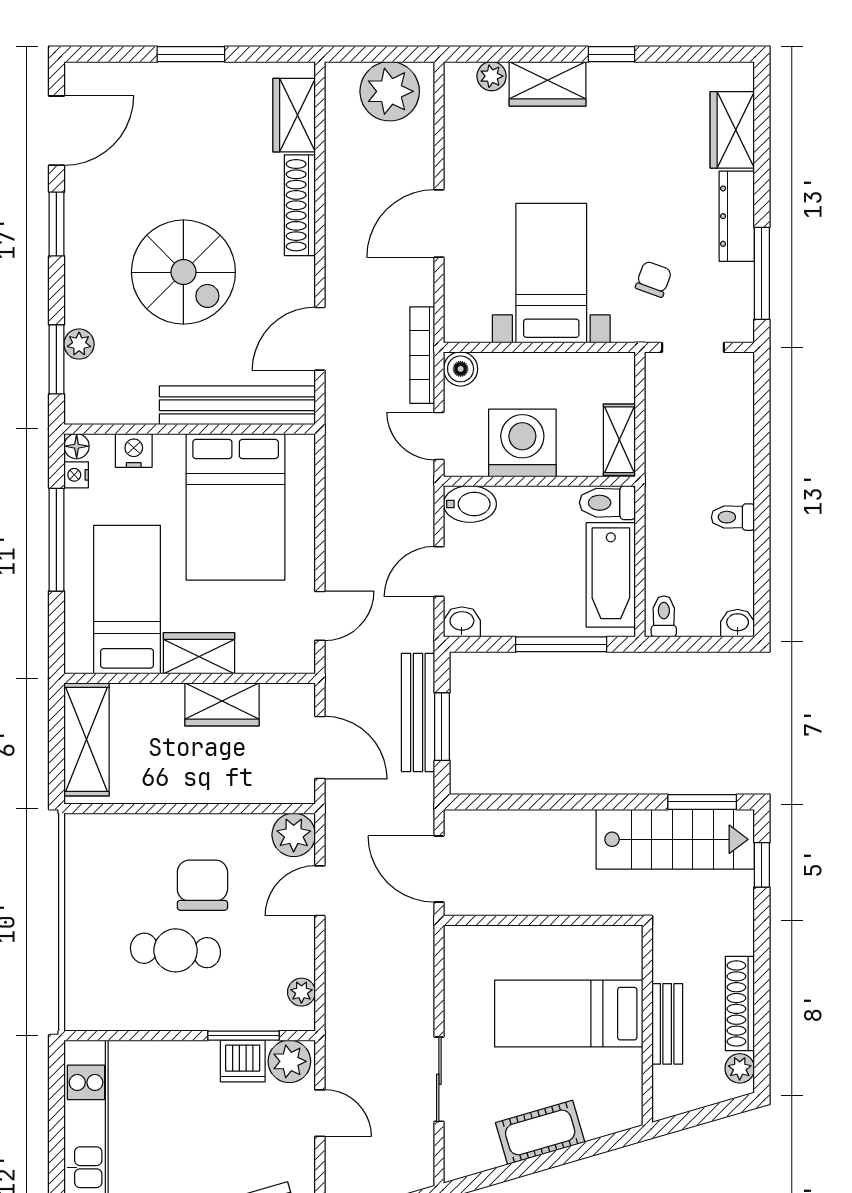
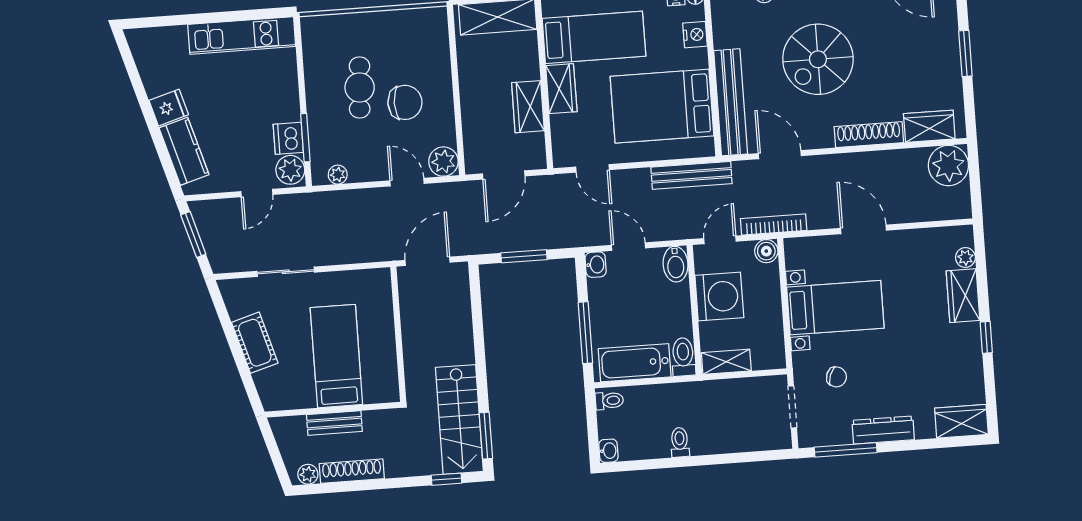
plant: (390, 91) -> (948, 165), moved
wardrobe: (732, 130) -> (961, 421), moved
bench: (418, 712) -> (691, 175), moved

